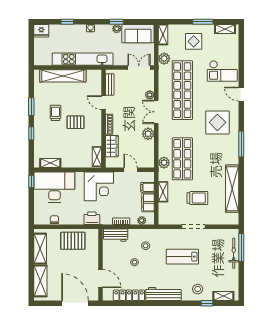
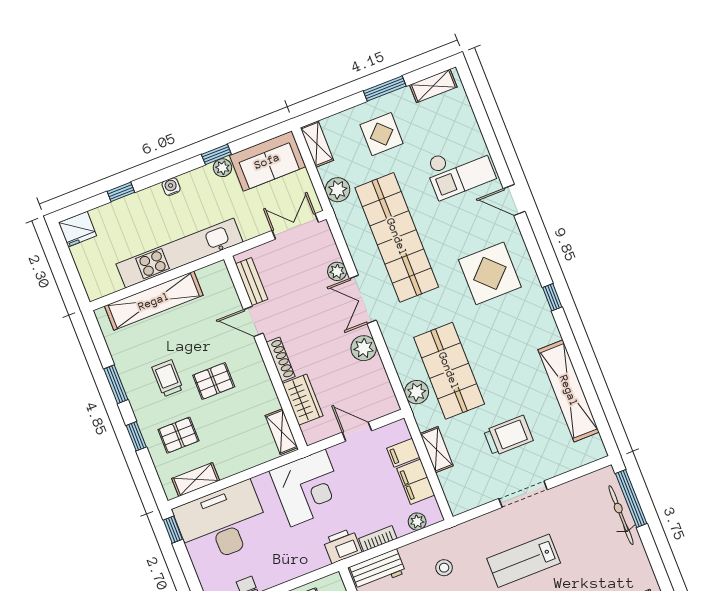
pallet: (50, 140) -> (178, 435), added
window: (241, 144) -> (552, 297), width x0.46
printer: (92, 218) -> (342, 546), moved

